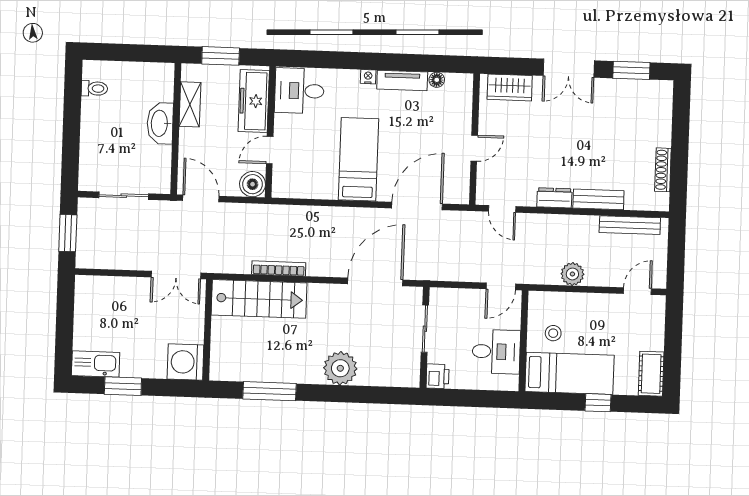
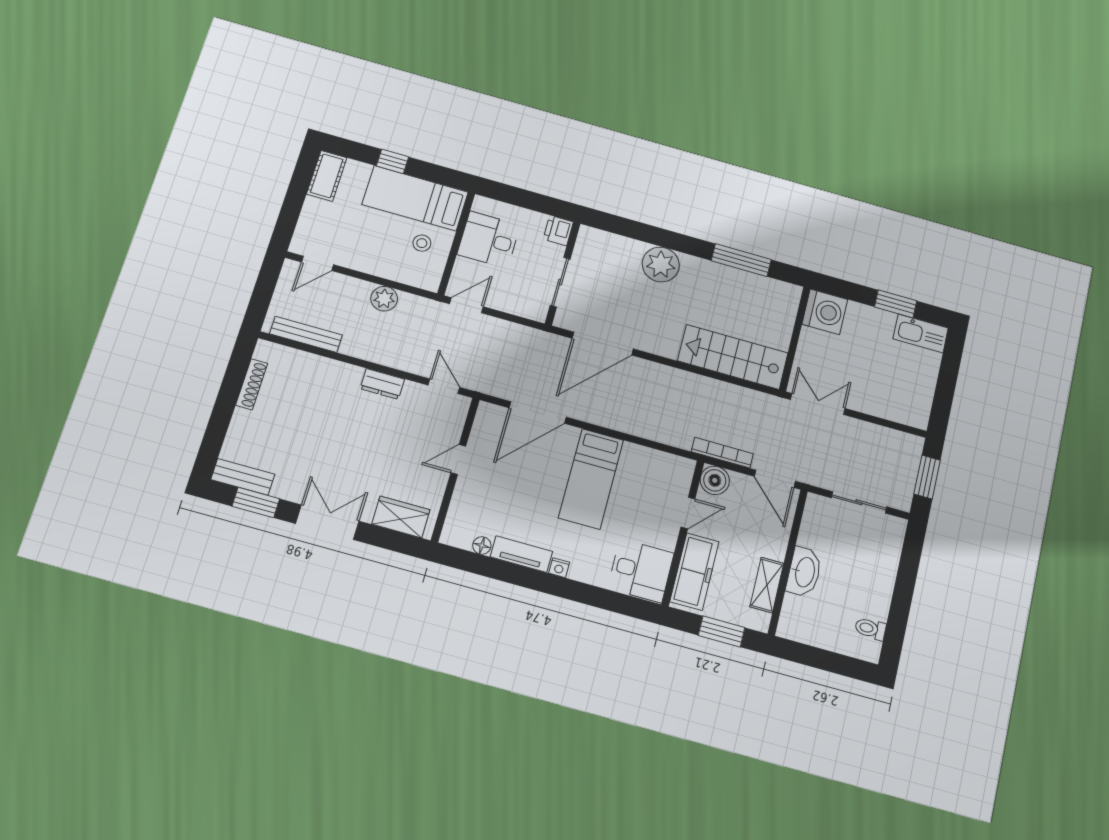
bench: (598, 199) -> (243, 477), moved
bookcase: (279, 268) -> (722, 453), moved, turned 180

